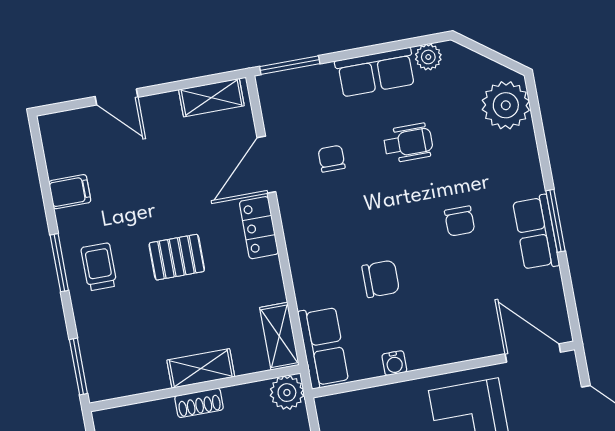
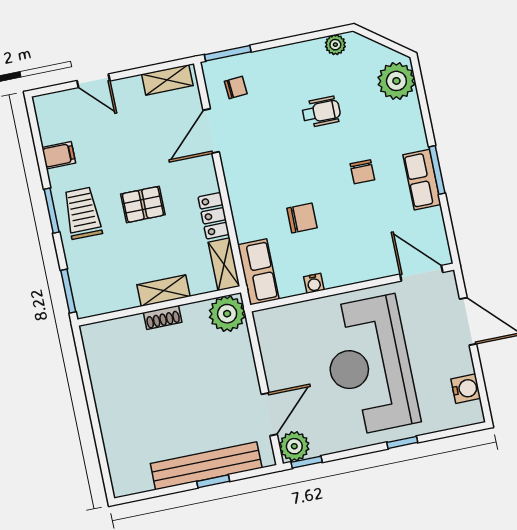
row of seats: (376, 72) -> (295, 57), removed
chair: (332, 159) -> (236, 88), moved, turned 86
locker: (259, 228) -> (214, 216), moved
trolley: (99, 267) -> (83, 213), width x1.36, depth x1.39
plant: (287, 393) -> (227, 314), width x1.36, depth x1.36

